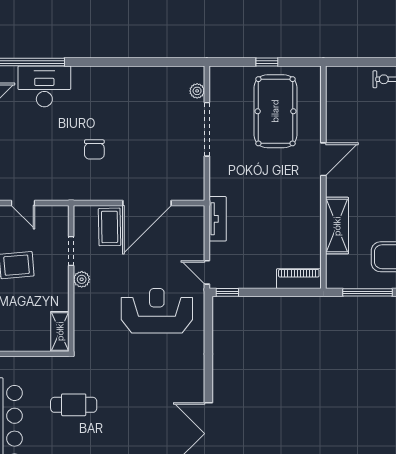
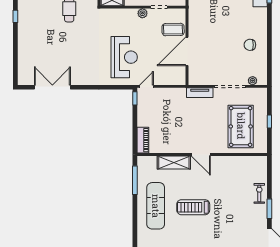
pool table: (275, 111) -> (241, 126), turned 90
chair: (94, 149) -> (250, 45), moved
door: (323, 159) -> (201, 154), moved
door: (147, 203) -> (187, 51), hinge flipped
tv unit: (218, 219) -> (200, 93), moved

